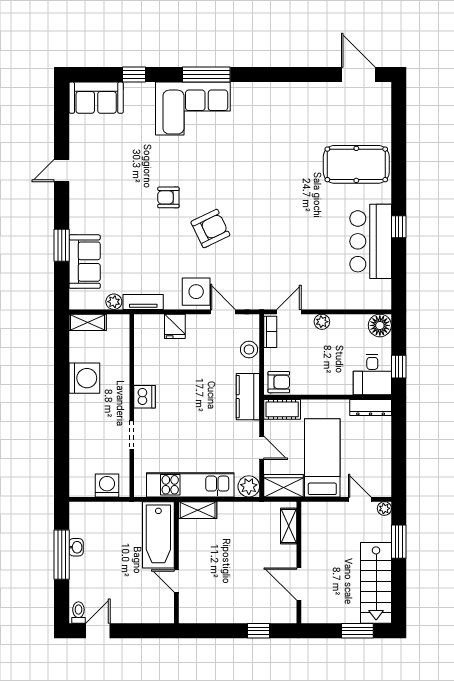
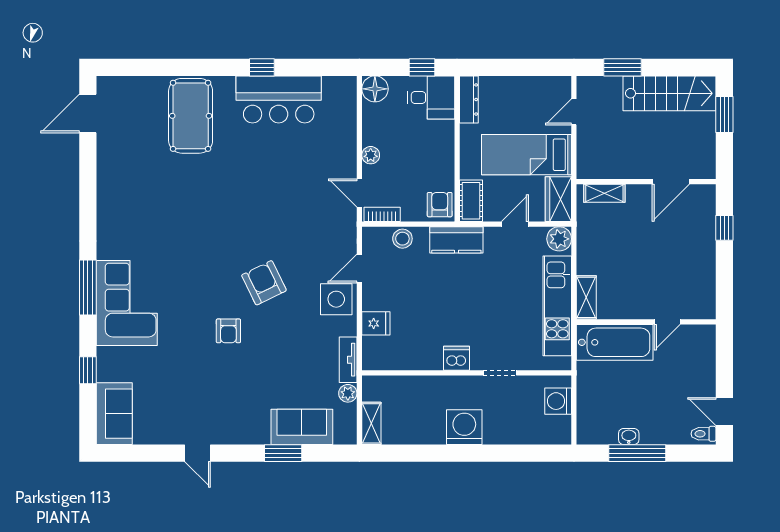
washing machine: (84, 378) -> (464, 427), moved
plant: (384, 508) -> (584, 84), removed

